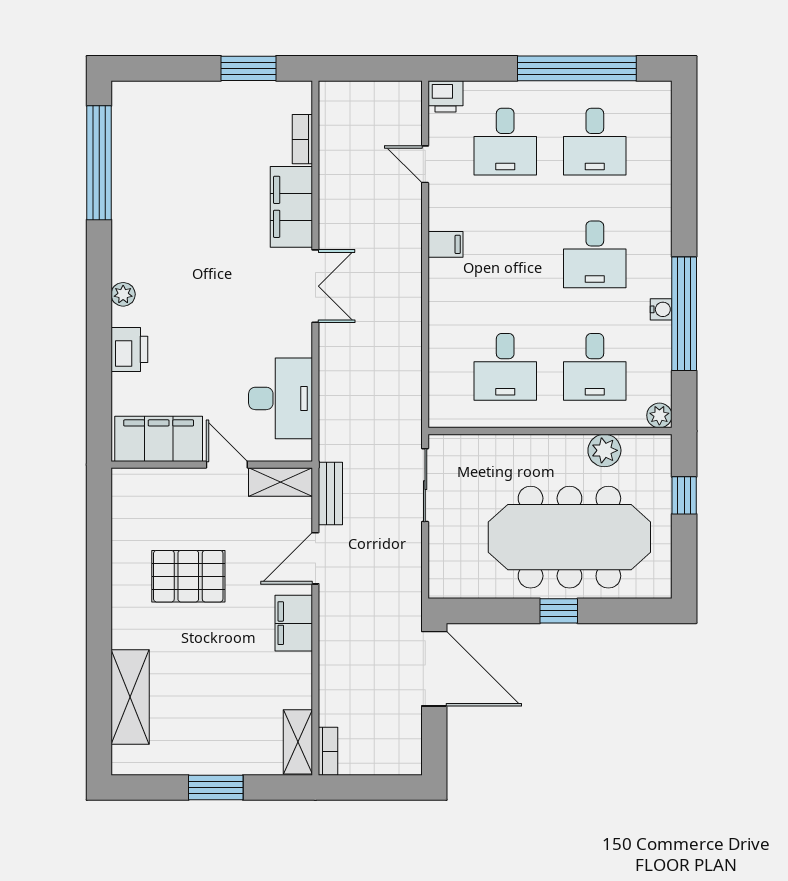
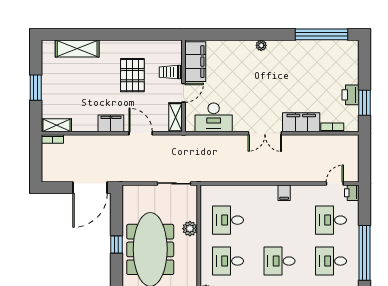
door: (425, 164) -> (335, 183), moved
printer: (129, 349) -> (351, 95), moved, turned 90
plant: (604, 450) -> (190, 229), moved
trolley: (181, 494) -> (170, 72), added
bench: (330, 494) -> (170, 140), removed

